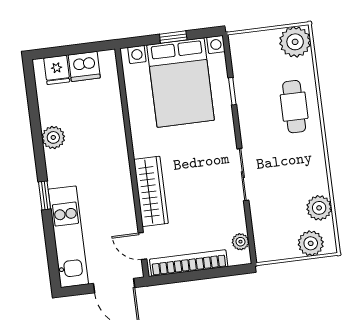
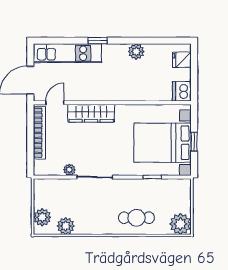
dishwasher: (84, 66) -> (182, 91), moved
plant: (240, 242) -> (69, 170), moved

